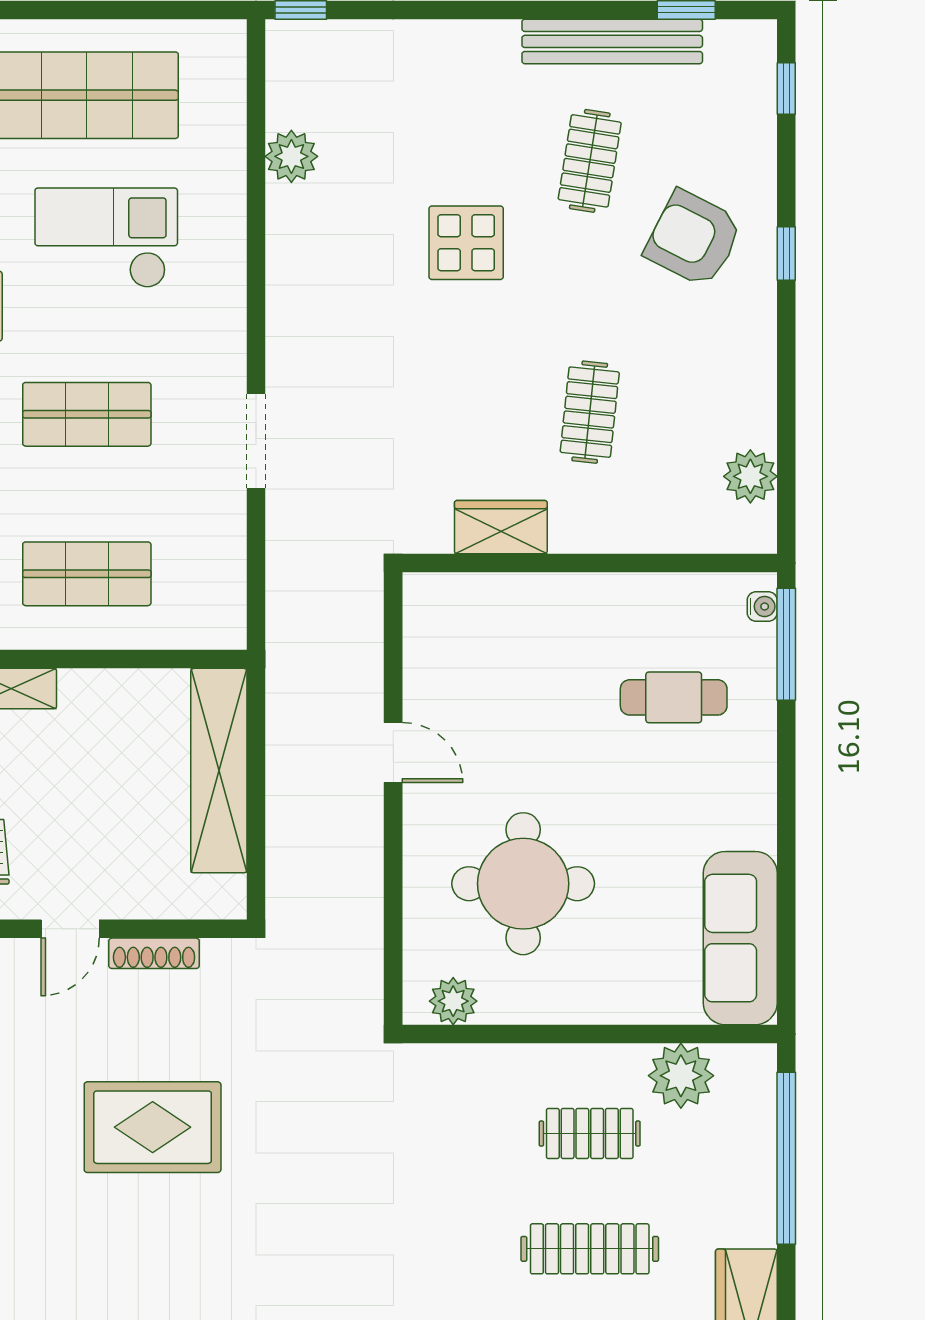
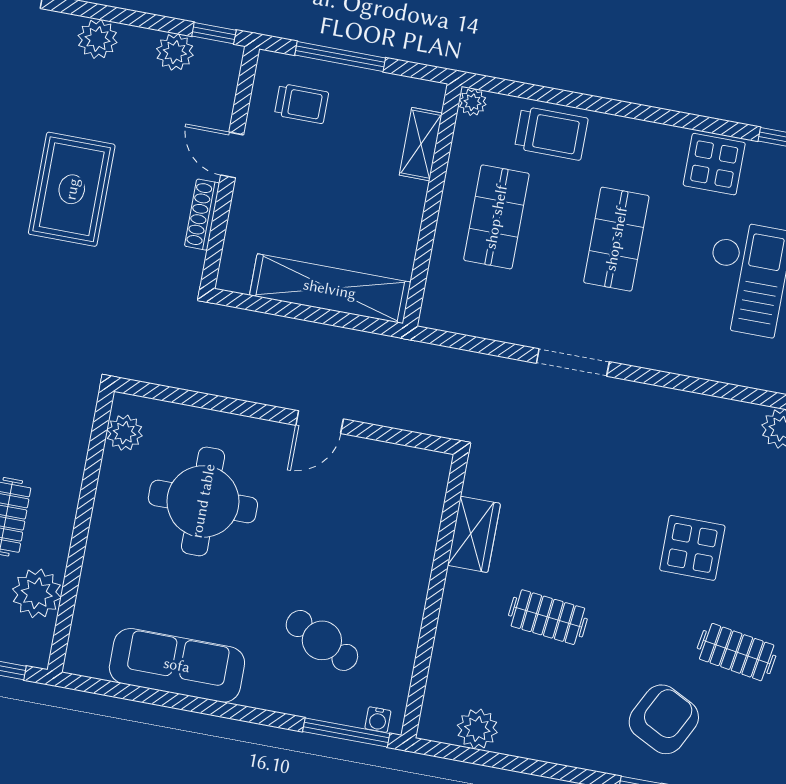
cafe table: (674, 697) -> (322, 640), turned -64
sofa: (740, 938) -> (177, 665), moved

